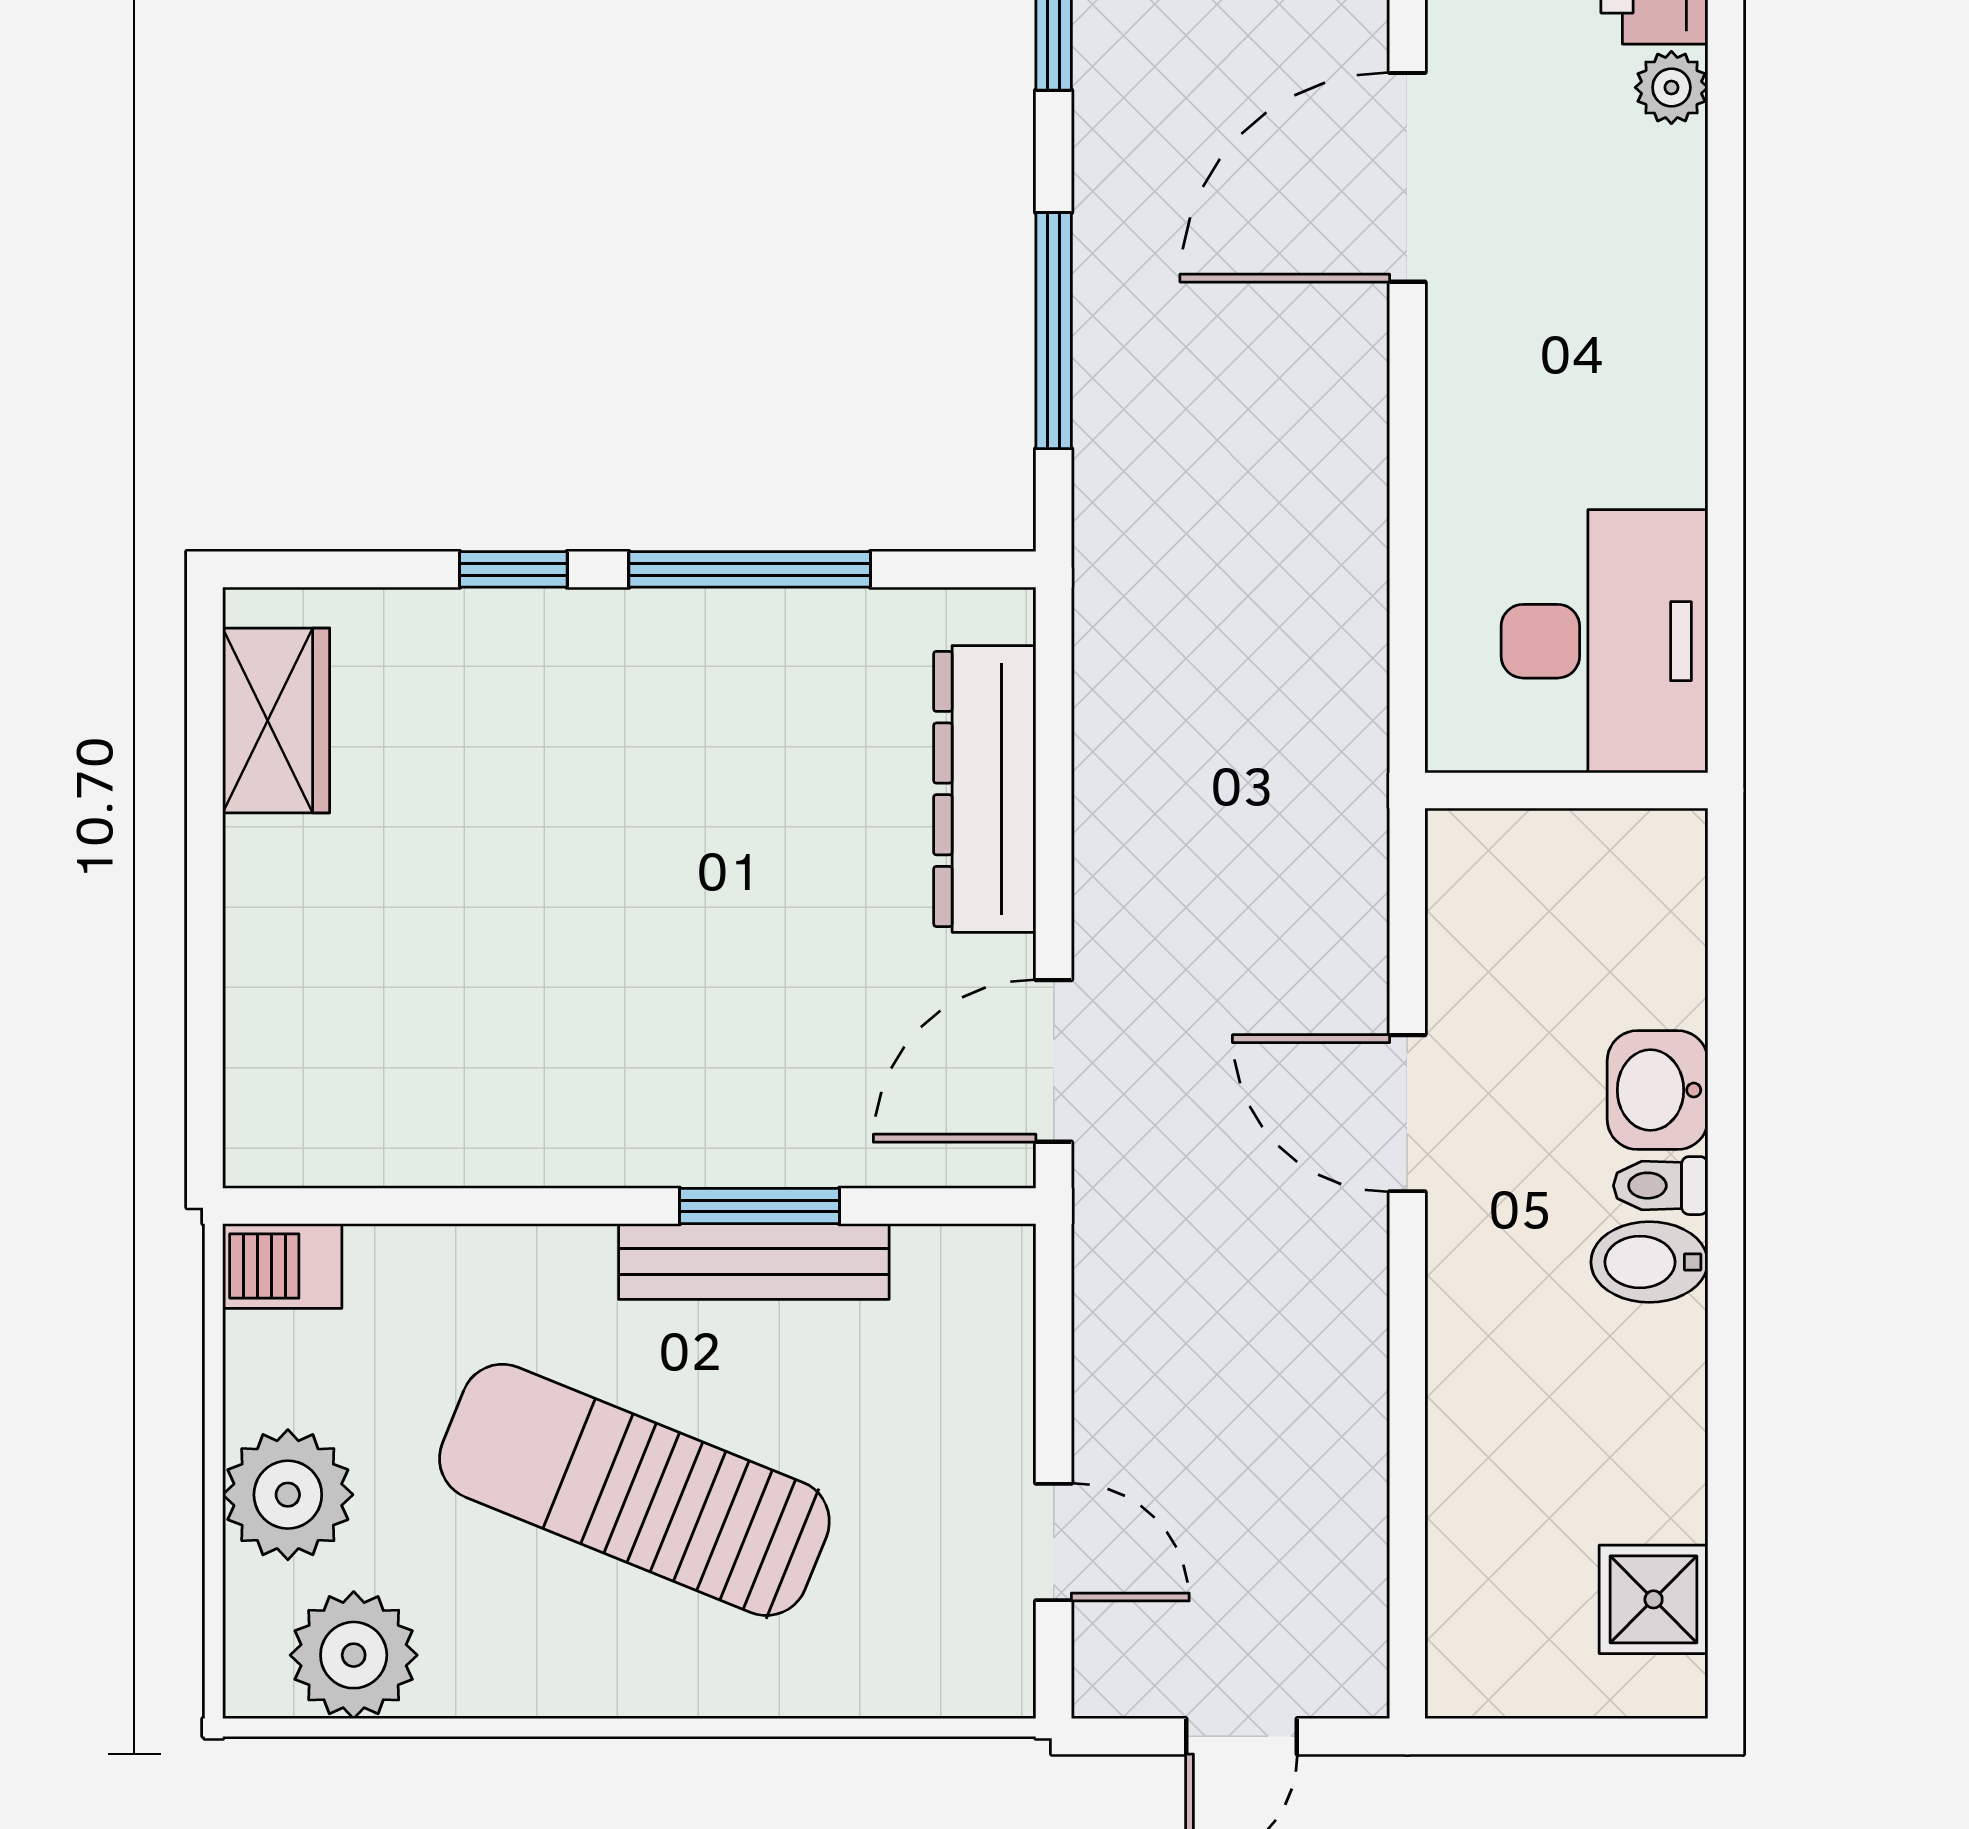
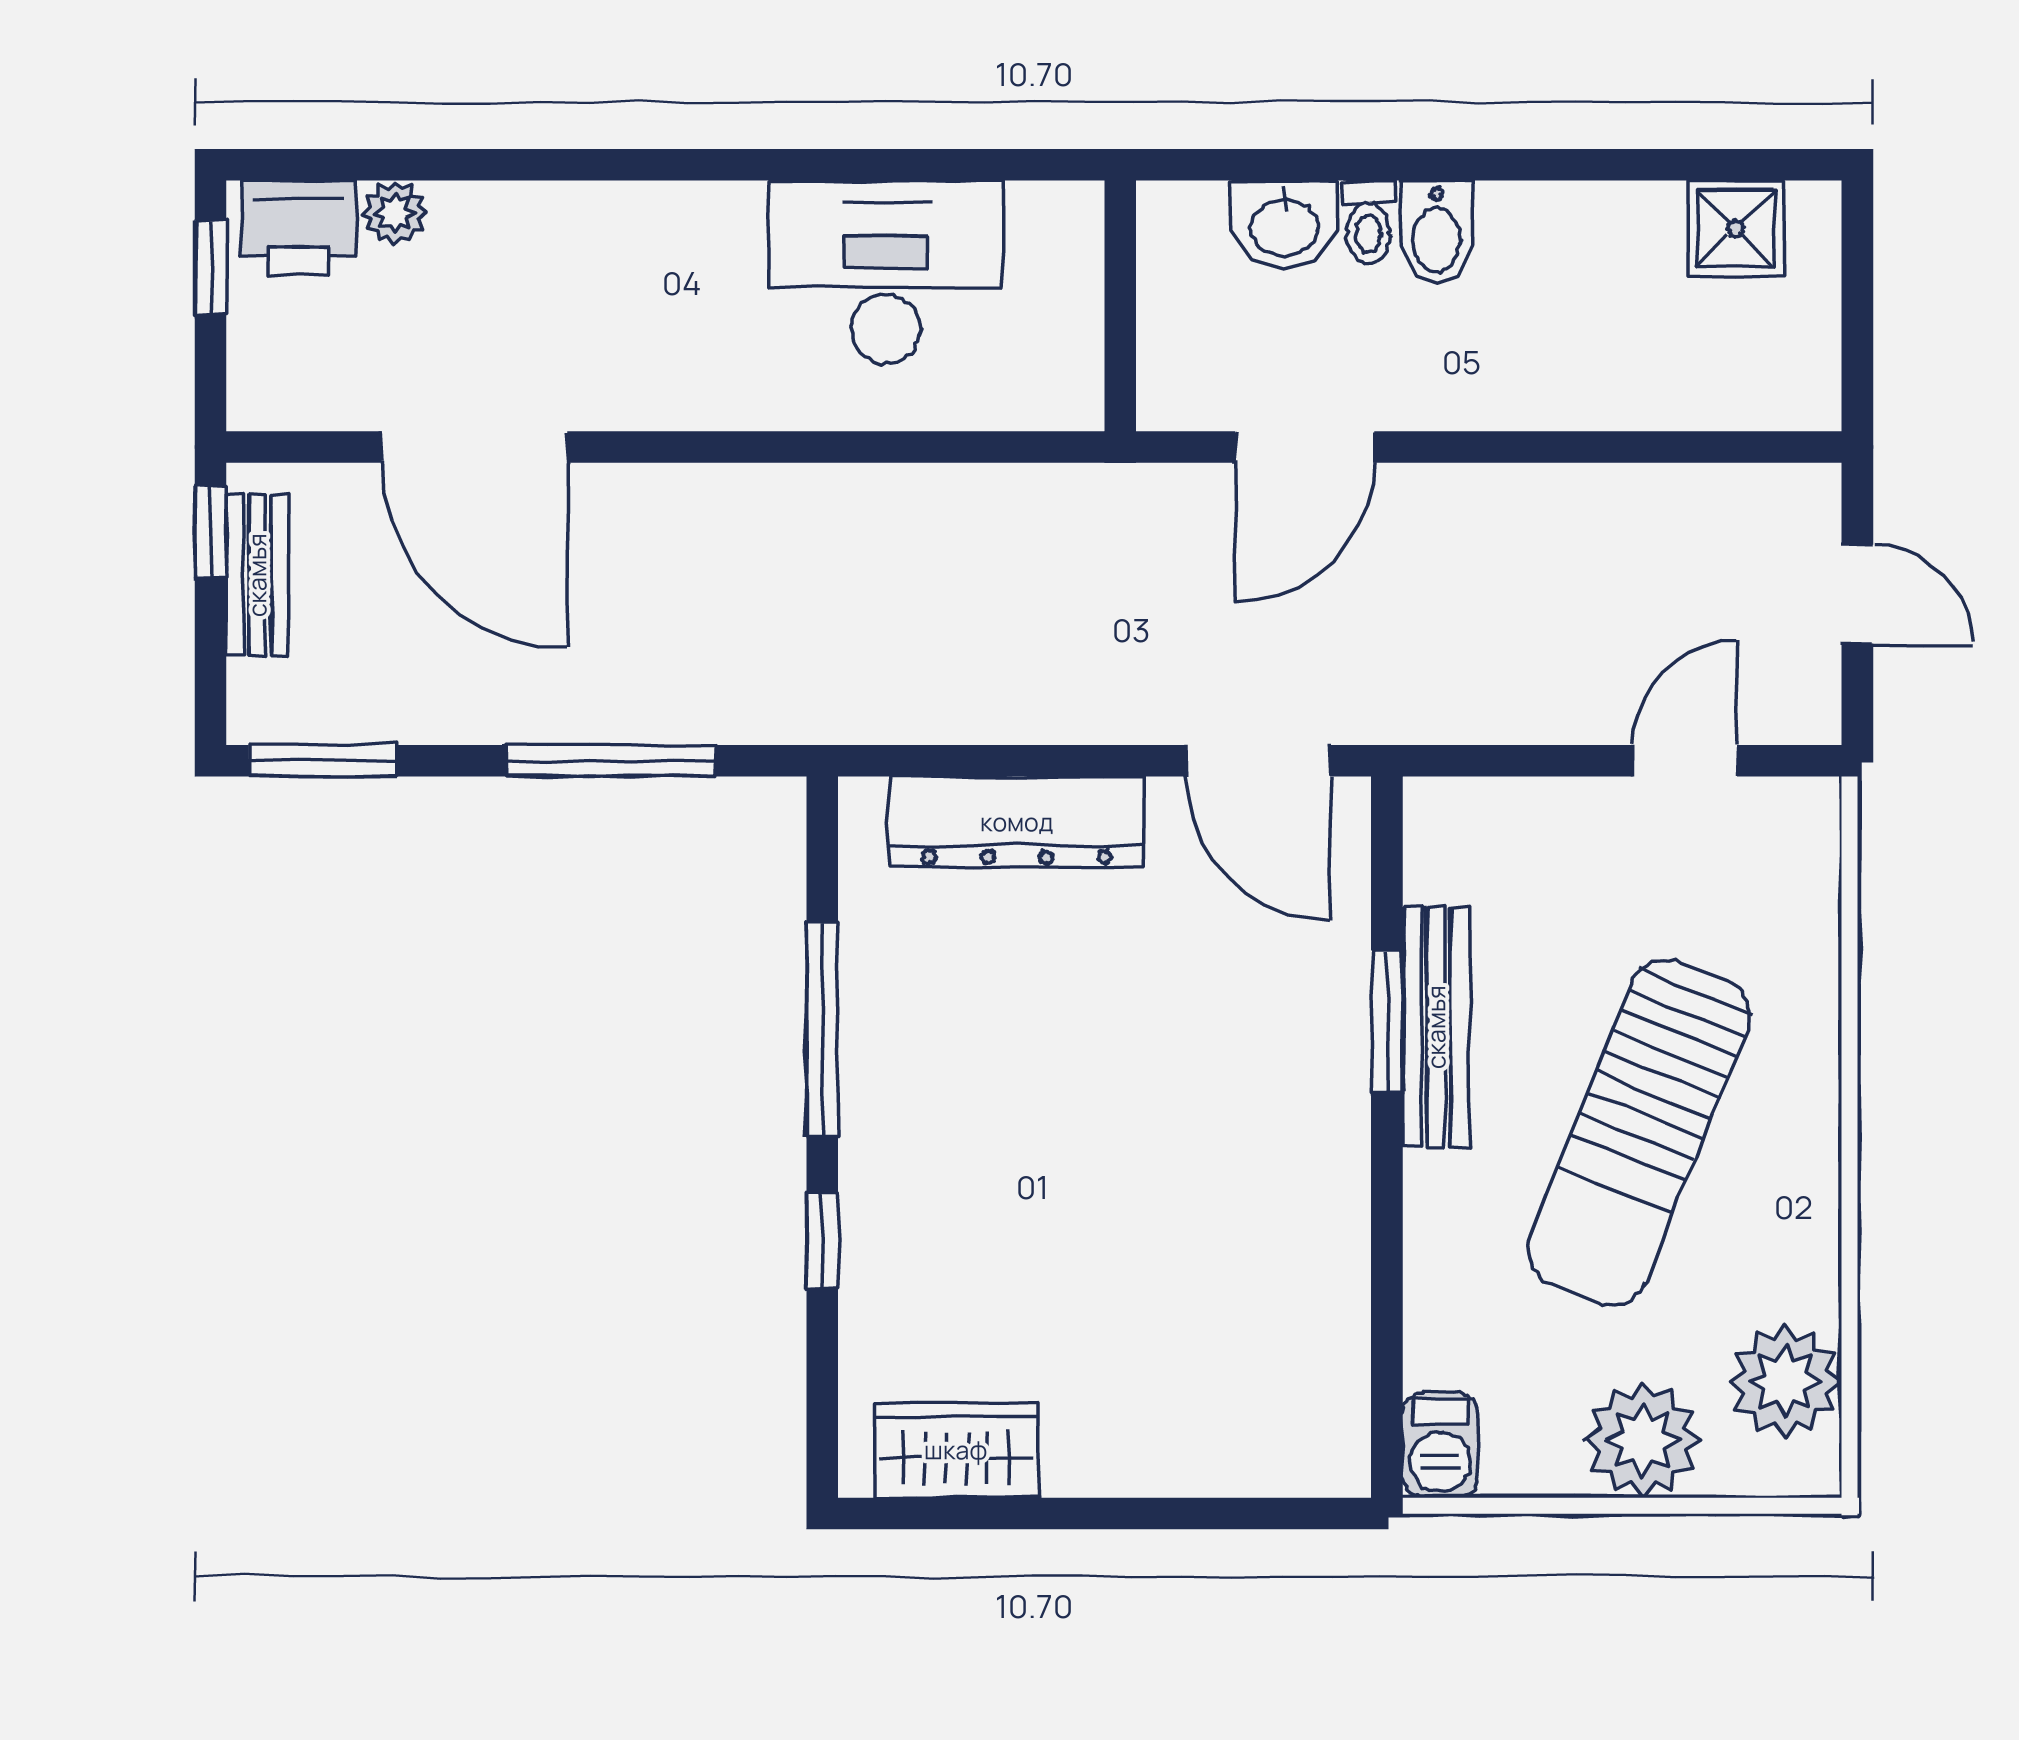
wall: (1566, 790) -> (1120, 306), moved

